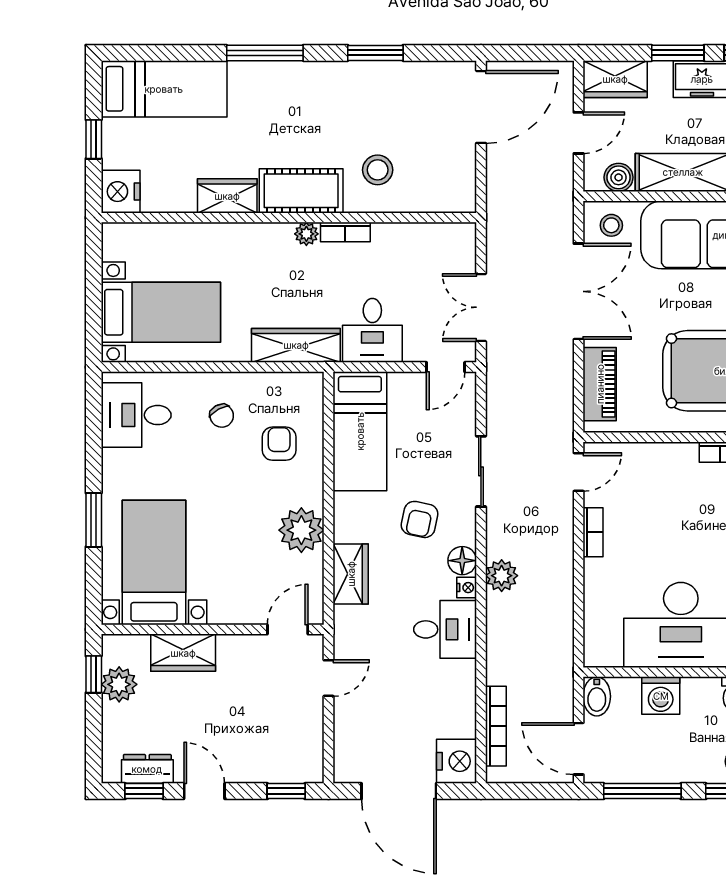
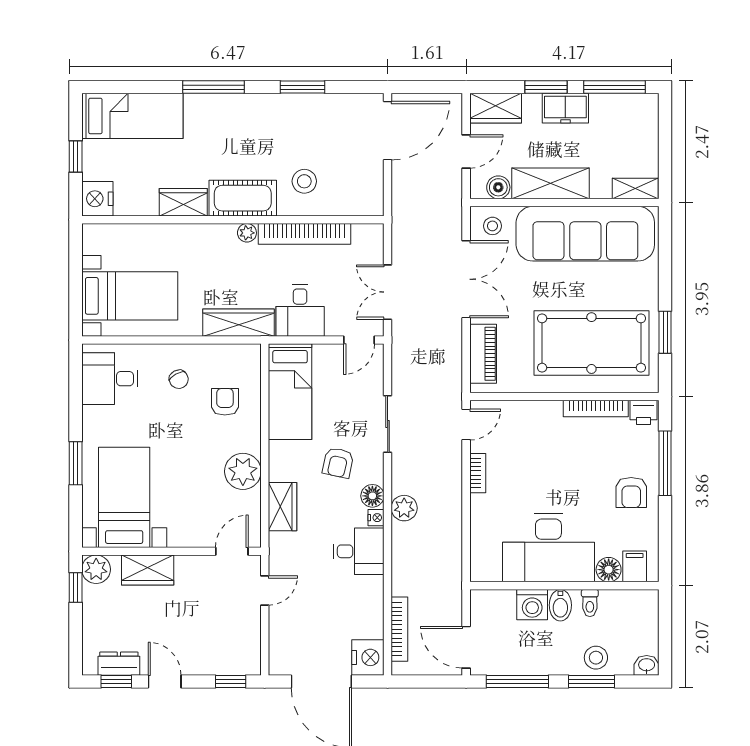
bookcase: (345, 232) -> (304, 234), width x2.31, depth x1.31
plant: (119, 684) -> (96, 569), moved
bidet: (597, 696) -> (560, 605), moved

